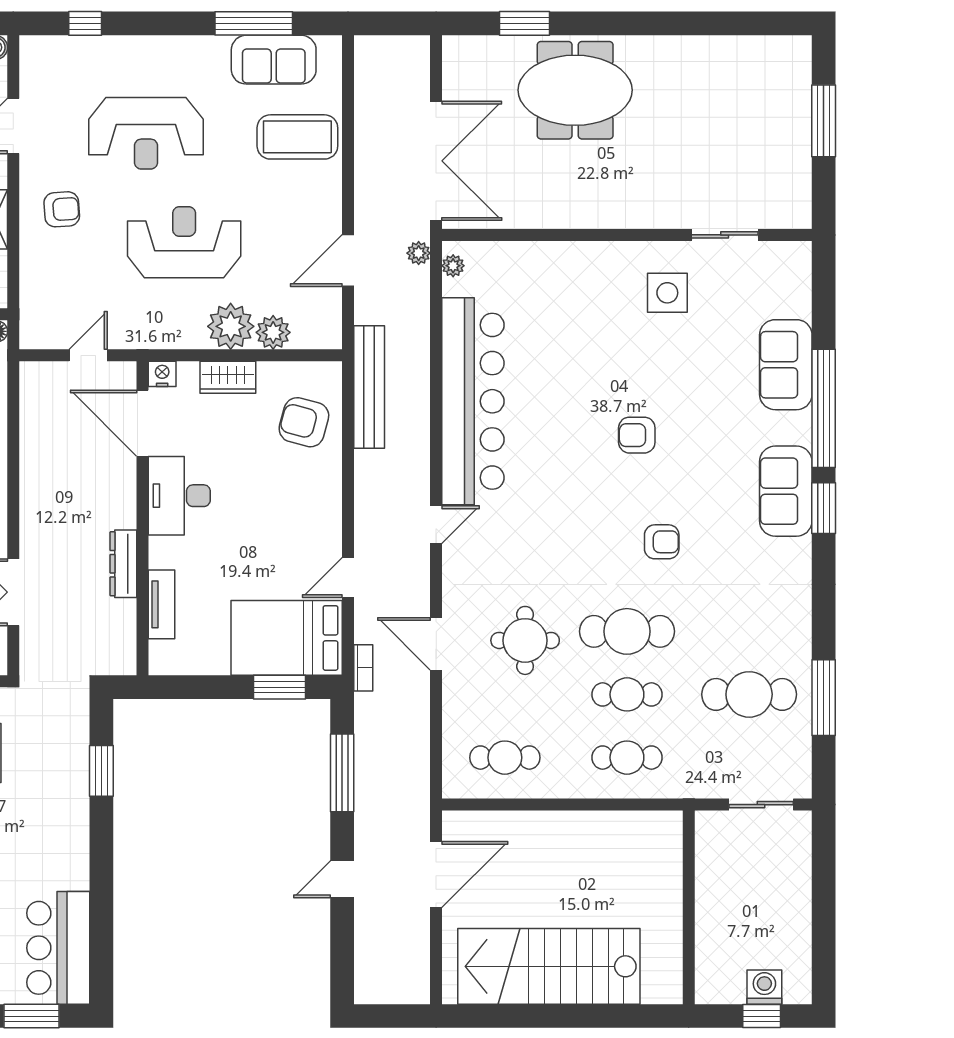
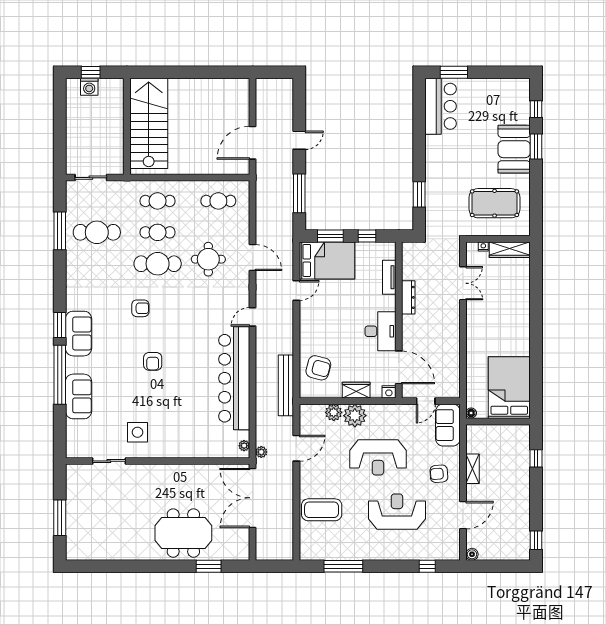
sofa: (274, 60) -> (448, 425), moved, turned -90
armchair: (637, 435) -> (153, 361), turned 90
armchair: (662, 542) -> (140, 308), turned 180
bookcase: (363, 668) -> (289, 246), removed
window: (206, 687) -> (367, 236), added
stairs: (549, 966) -> (149, 123), moved, turned -90

